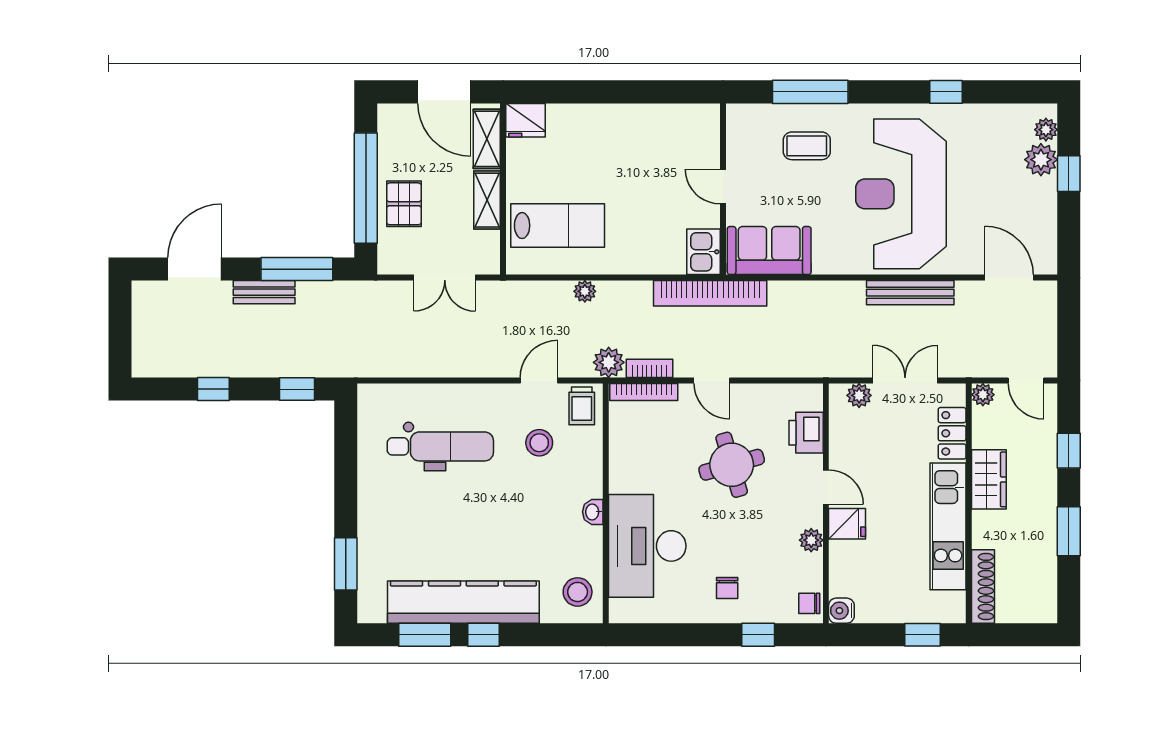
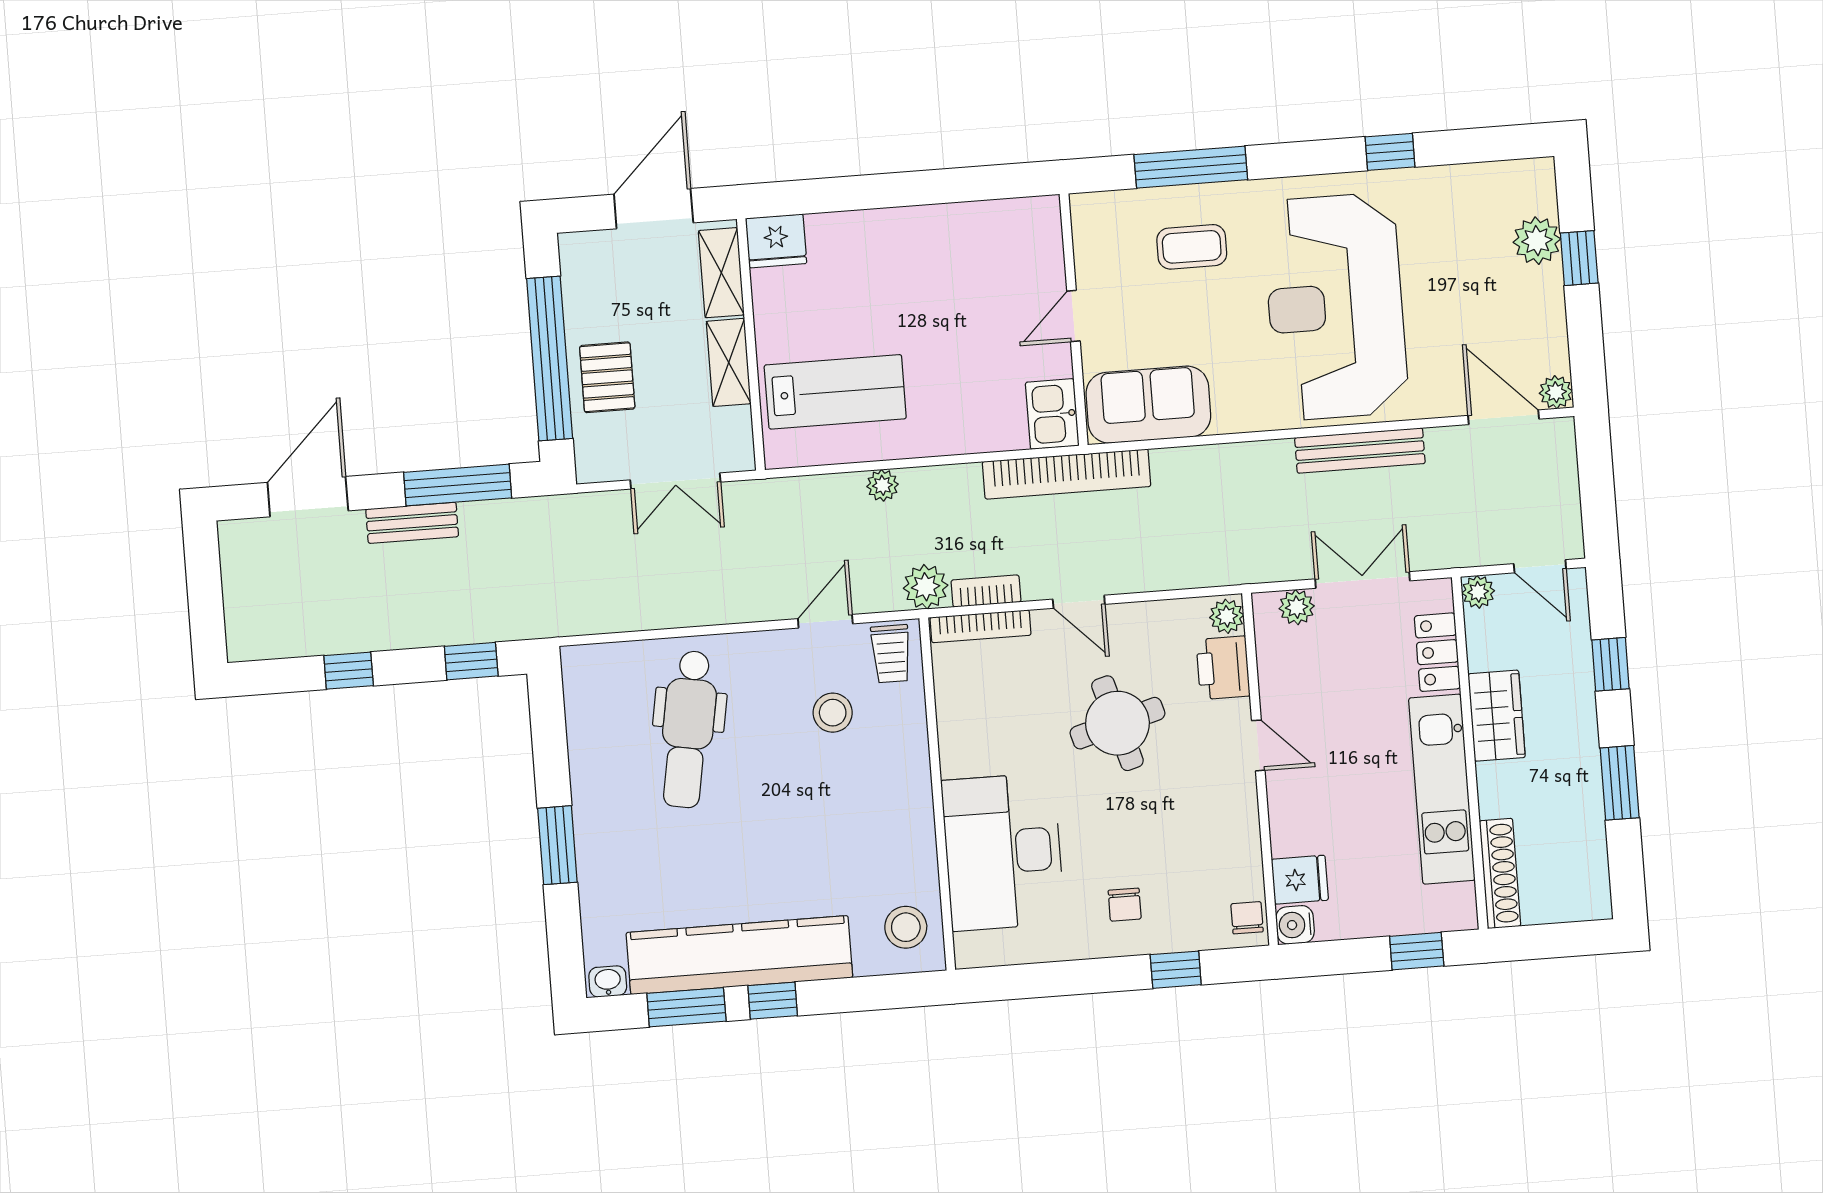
door: (444, 92) -> (654, 209), swing flipped
plant: (1046, 130) -> (1556, 392), moved
door: (723, 187) -> (1073, 316), hinge flipped
dental chair: (440, 446) -> (688, 729), turned 100
washbasin: (593, 512) -> (608, 981), moved, turned 90
fridge: (847, 524) -> (1300, 880), moved
plant: (811, 540) -> (1227, 616), moved
window: (346, 564) -> (557, 845), moved
chair: (809, 603) -> (1247, 918), turned 90

